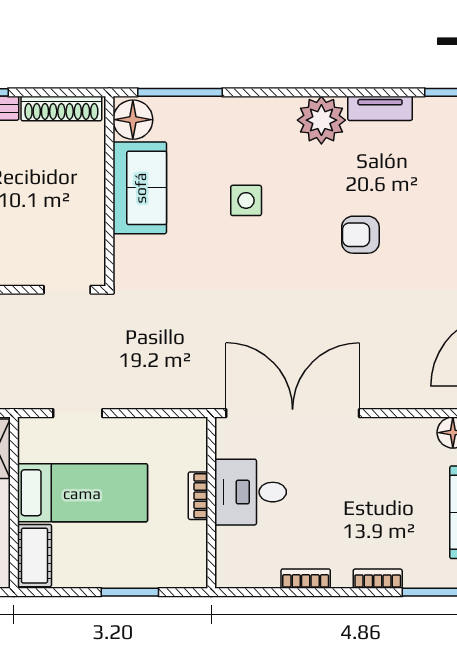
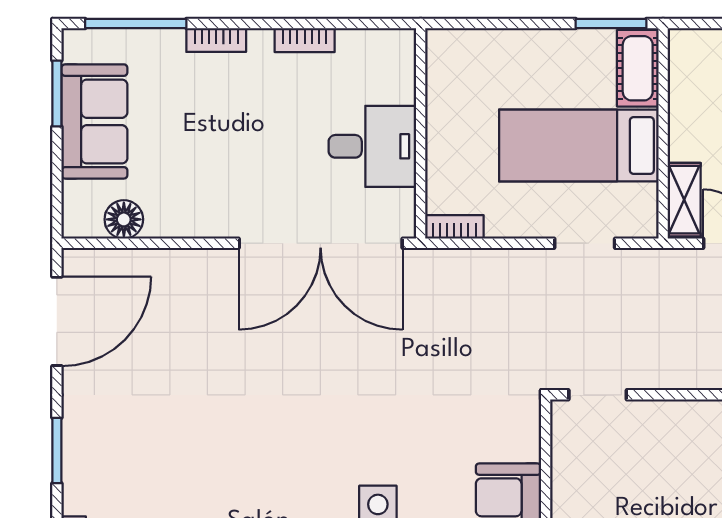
armchair: (360, 235) -> (237, 462), removed
bookcase: (198, 496) -> (454, 227), moved, turned -90
window: (130, 592) -> (611, 23), moved

